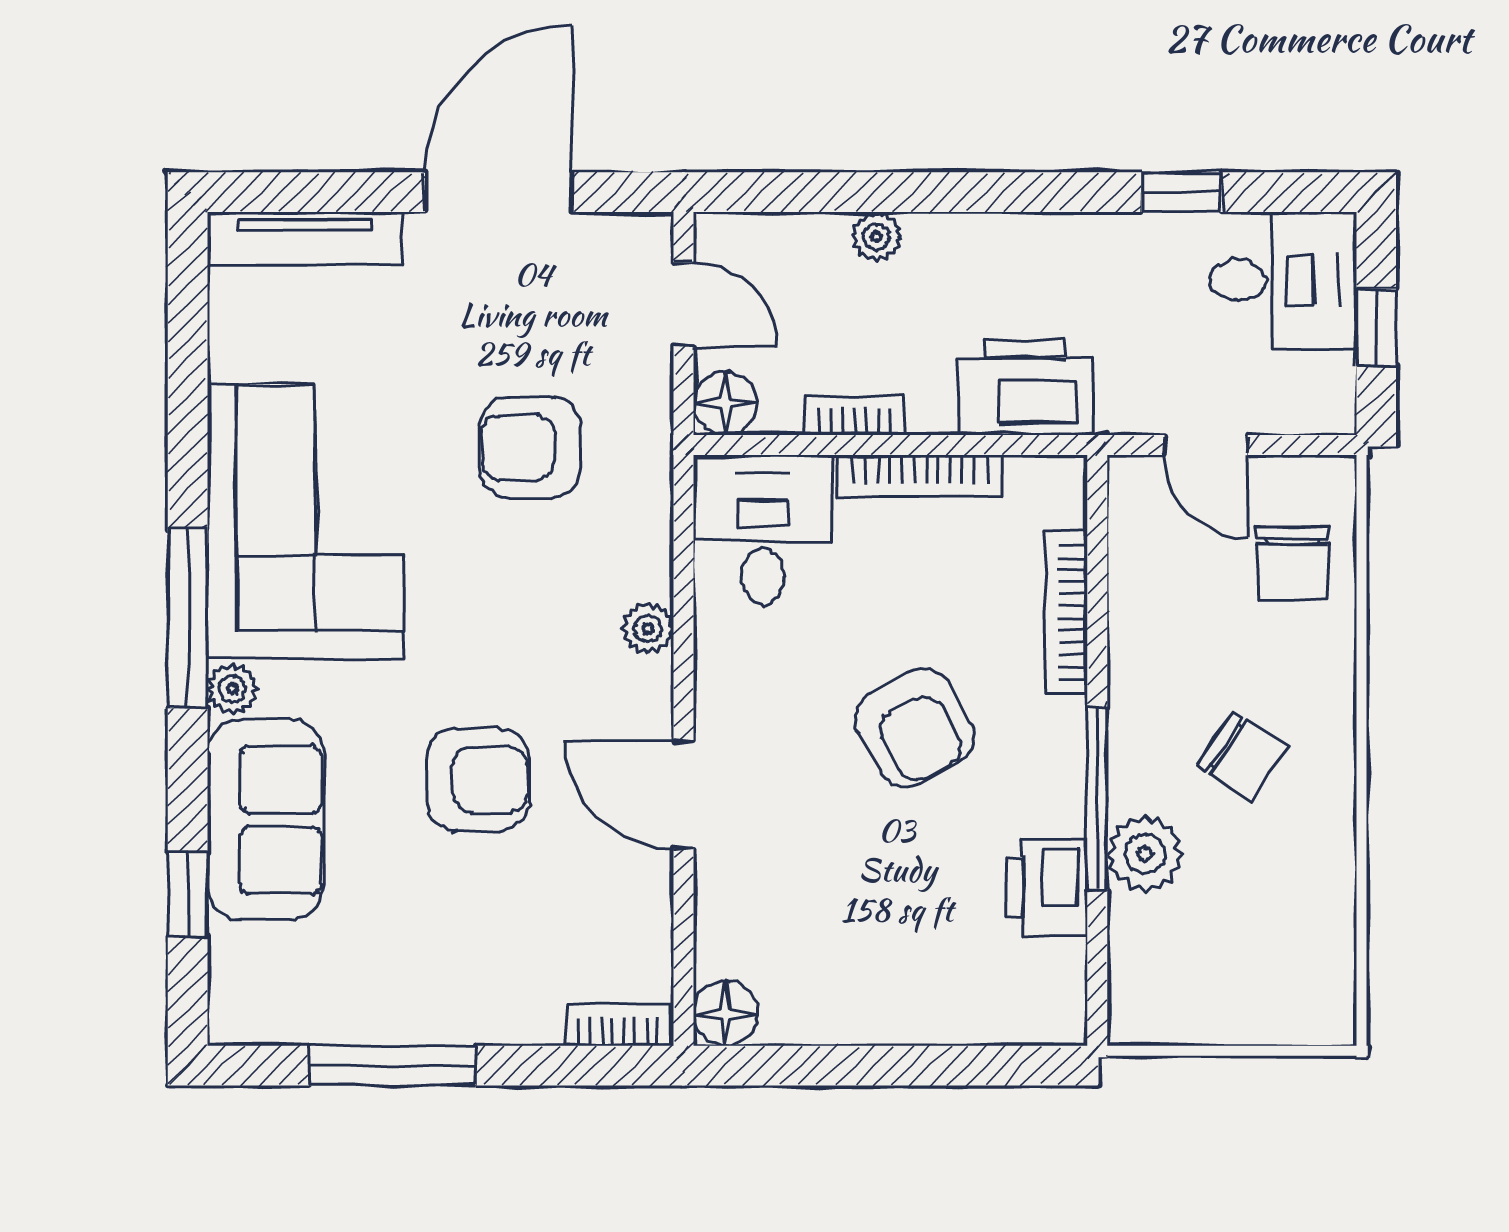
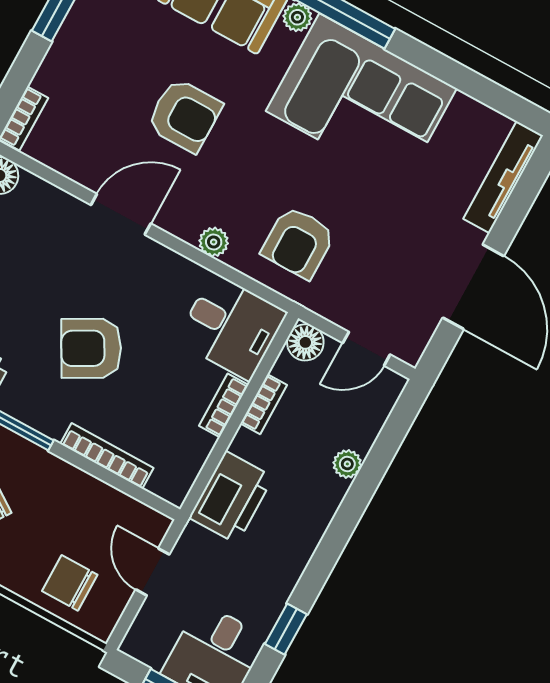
door: (1206, 445) -> (153, 572), hinge flipped
armchair: (530, 447) -> (298, 242), moved, turned 180
bookcase: (920, 476) -> (224, 405), width x0.64
armchair: (478, 780) -> (184, 115), turned -90

